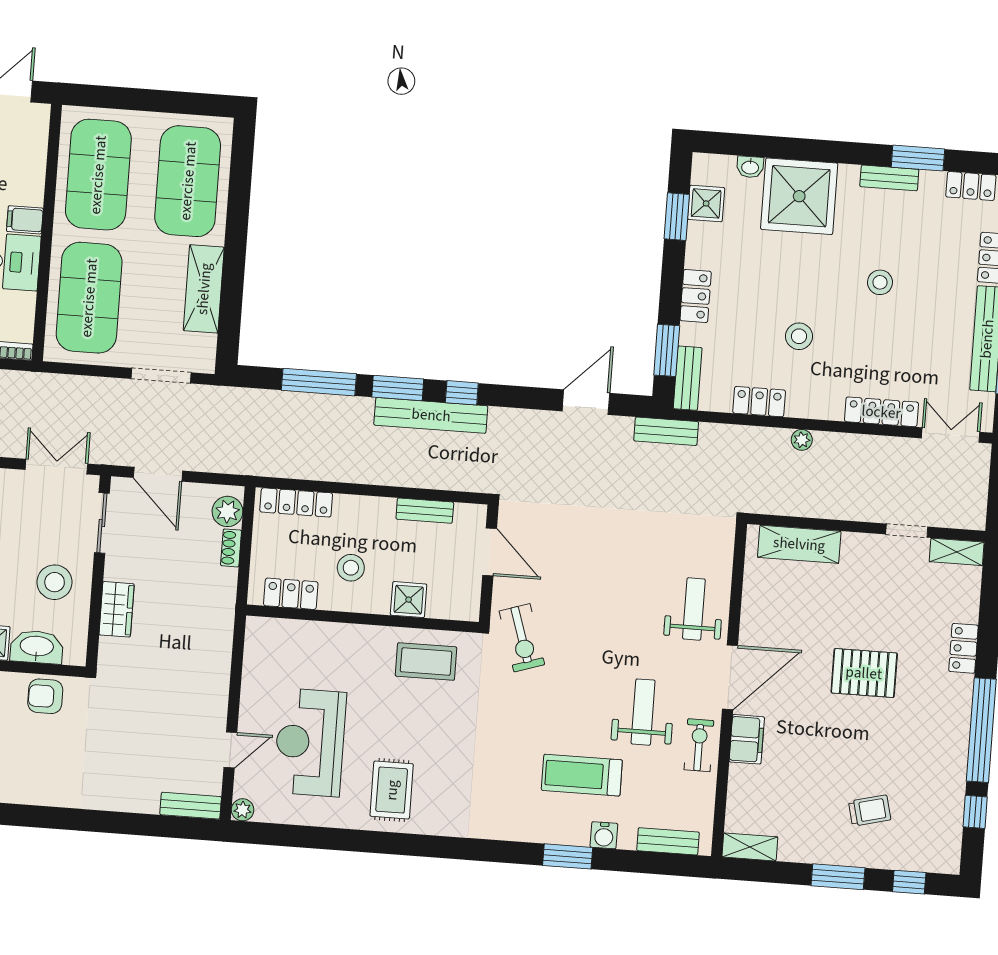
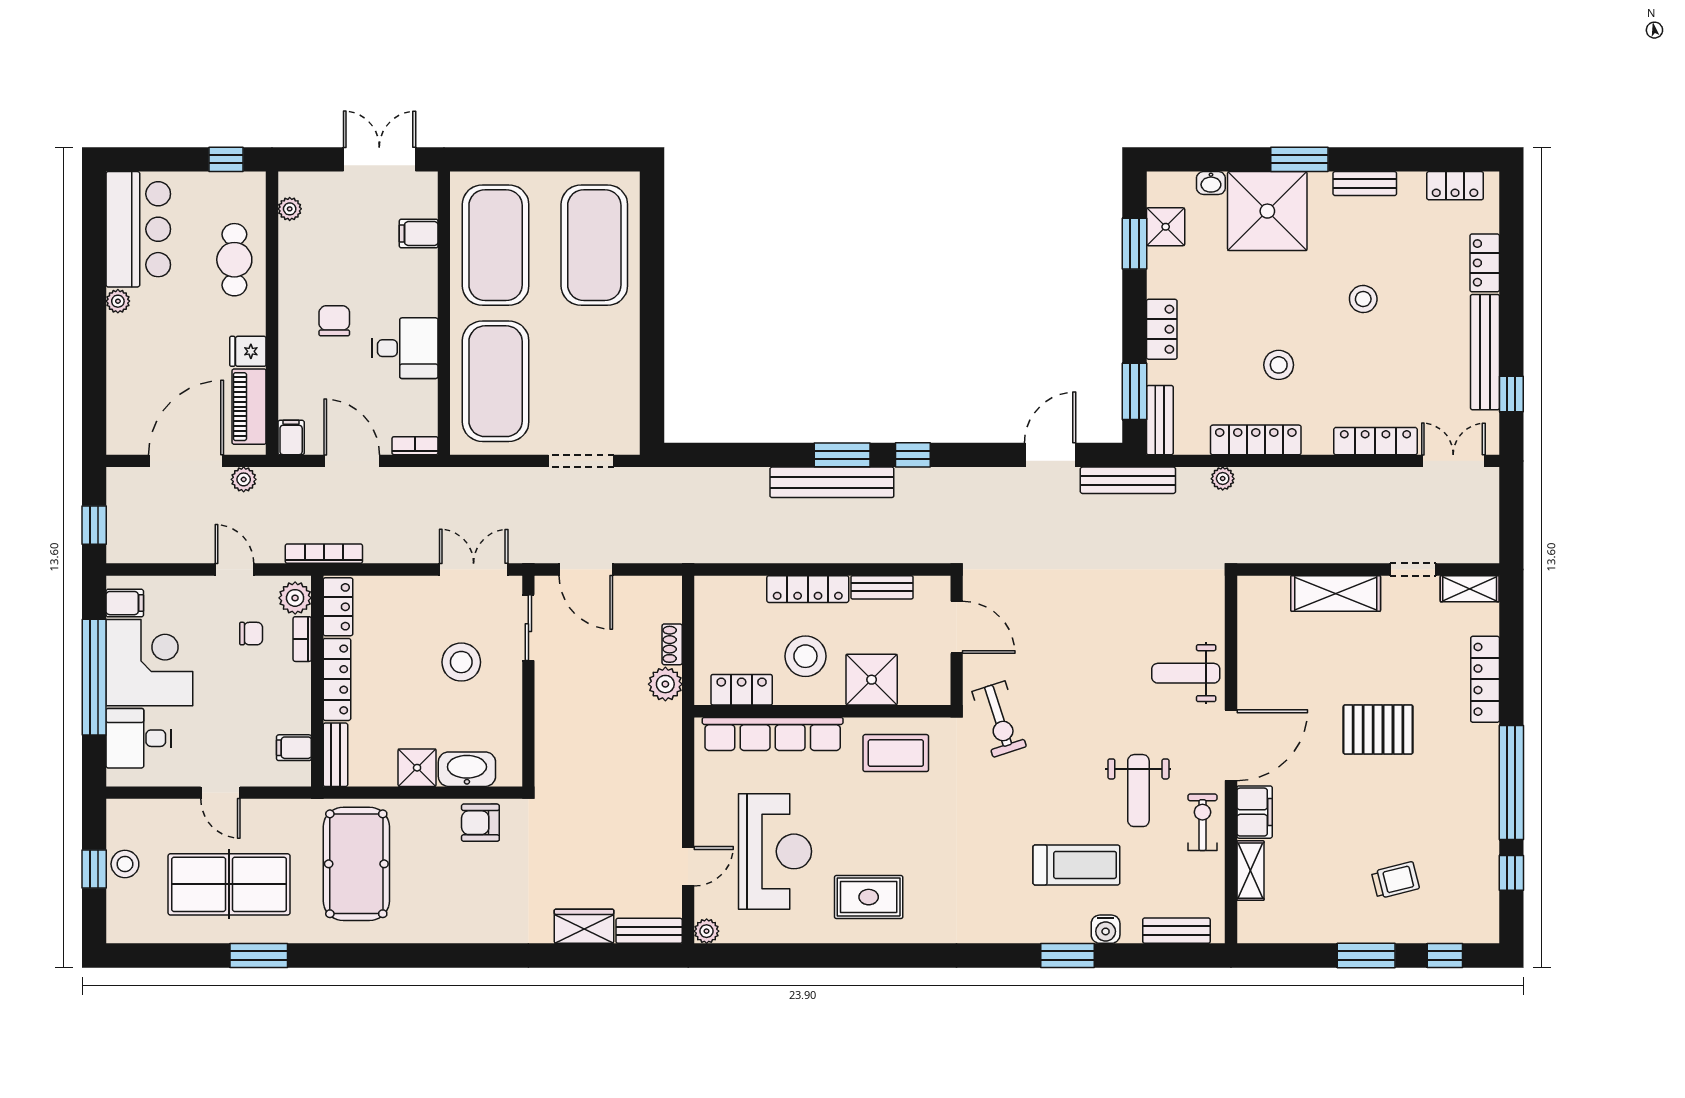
window: (918, 158) -> (1299, 159), moved
filing cabinet: (25, 220) -> (419, 234), moved
shelving: (204, 289) -> (621, 362), removed
window: (319, 382) -> (755, 455), removed
locker: (759, 402) -> (1256, 440), width x1.53
bench: (431, 415) -> (832, 482), moved
bench: (666, 431) -> (1128, 480), width x1.36
plant: (802, 440) -> (1223, 479), moved
locker: (296, 502) -> (808, 589), moved
plant: (227, 511) -> (665, 684), moved
shelving: (799, 544) -> (1336, 593), moved
stool: (351, 568) -> (805, 656), width x1.38, depth x1.38
stool: (55, 582) -> (461, 662), moved
shower: (409, 600) -> (872, 680), width x1.36, depth x1.36
wardrobe: (117, 609) -> (584, 926), moved, turned -90
weight bench: (694, 609) -> (1186, 673), turned -90
row of seats: (316, 636) -> (773, 734), added
locker: (963, 648) -> (1485, 679), width x1.53
weight bench: (643, 712) -> (1138, 791), turned 180
reception desk: (310, 742) -> (775, 851), turned 180
treadmill: (582, 775) -> (1076, 865), turned 180
rug: (392, 790) -> (869, 897), turned 90
shelving: (750, 847) -> (1250, 871), moved, turned 90

